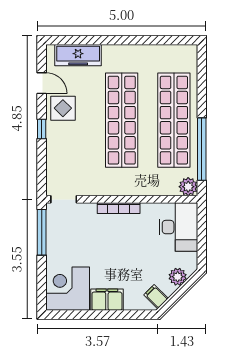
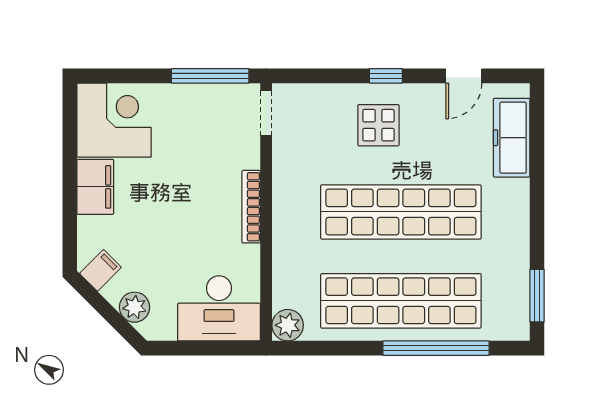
window: (171, 40) -> (537, 296), added
display table: (63, 108) -> (378, 125), moved
window: (202, 149) -> (436, 348), moved

